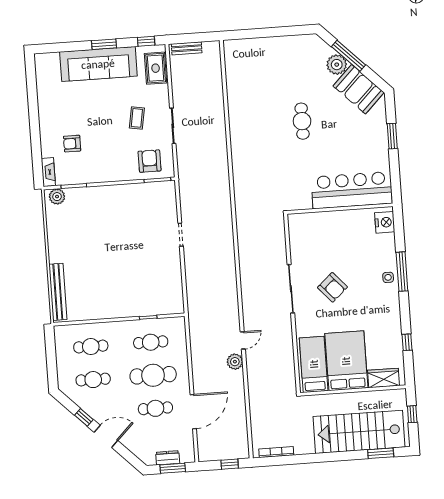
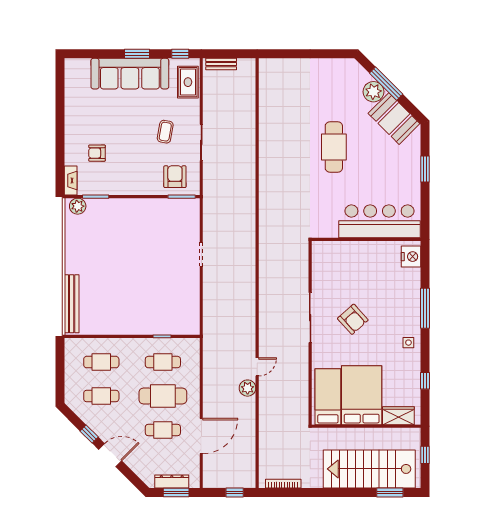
cafe table: (302, 121) -> (334, 147), width x1.37, depth x1.35
side table: (388, 277) -> (408, 343), moved
dresser: (168, 458) -> (172, 481), width x1.44

